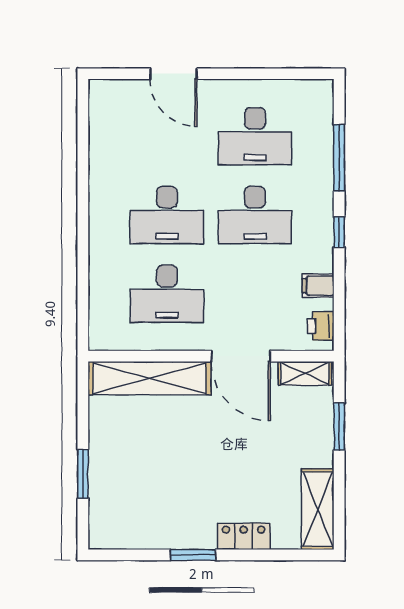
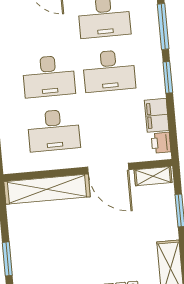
window: (339, 232) -> (168, 77), width x1.50
filing cabinet: (318, 286) -> (157, 115), width x2.00

